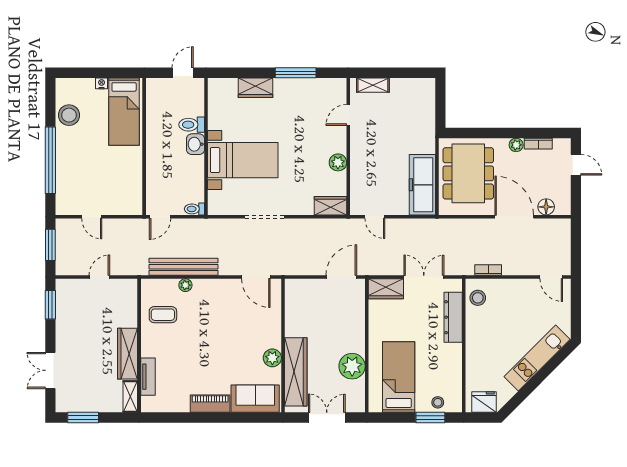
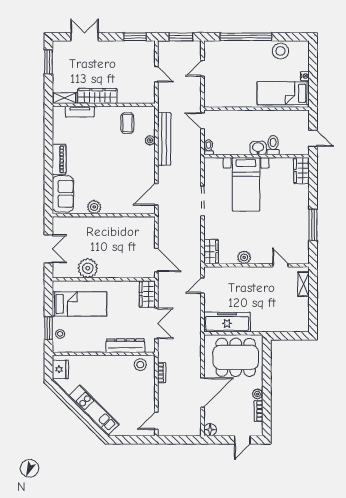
wardrobe: (255, 88) -> (301, 171), moved
floor lamp: (546, 207) -> (210, 430), moved
wardrobe: (296, 372) -> (83, 225), removed

